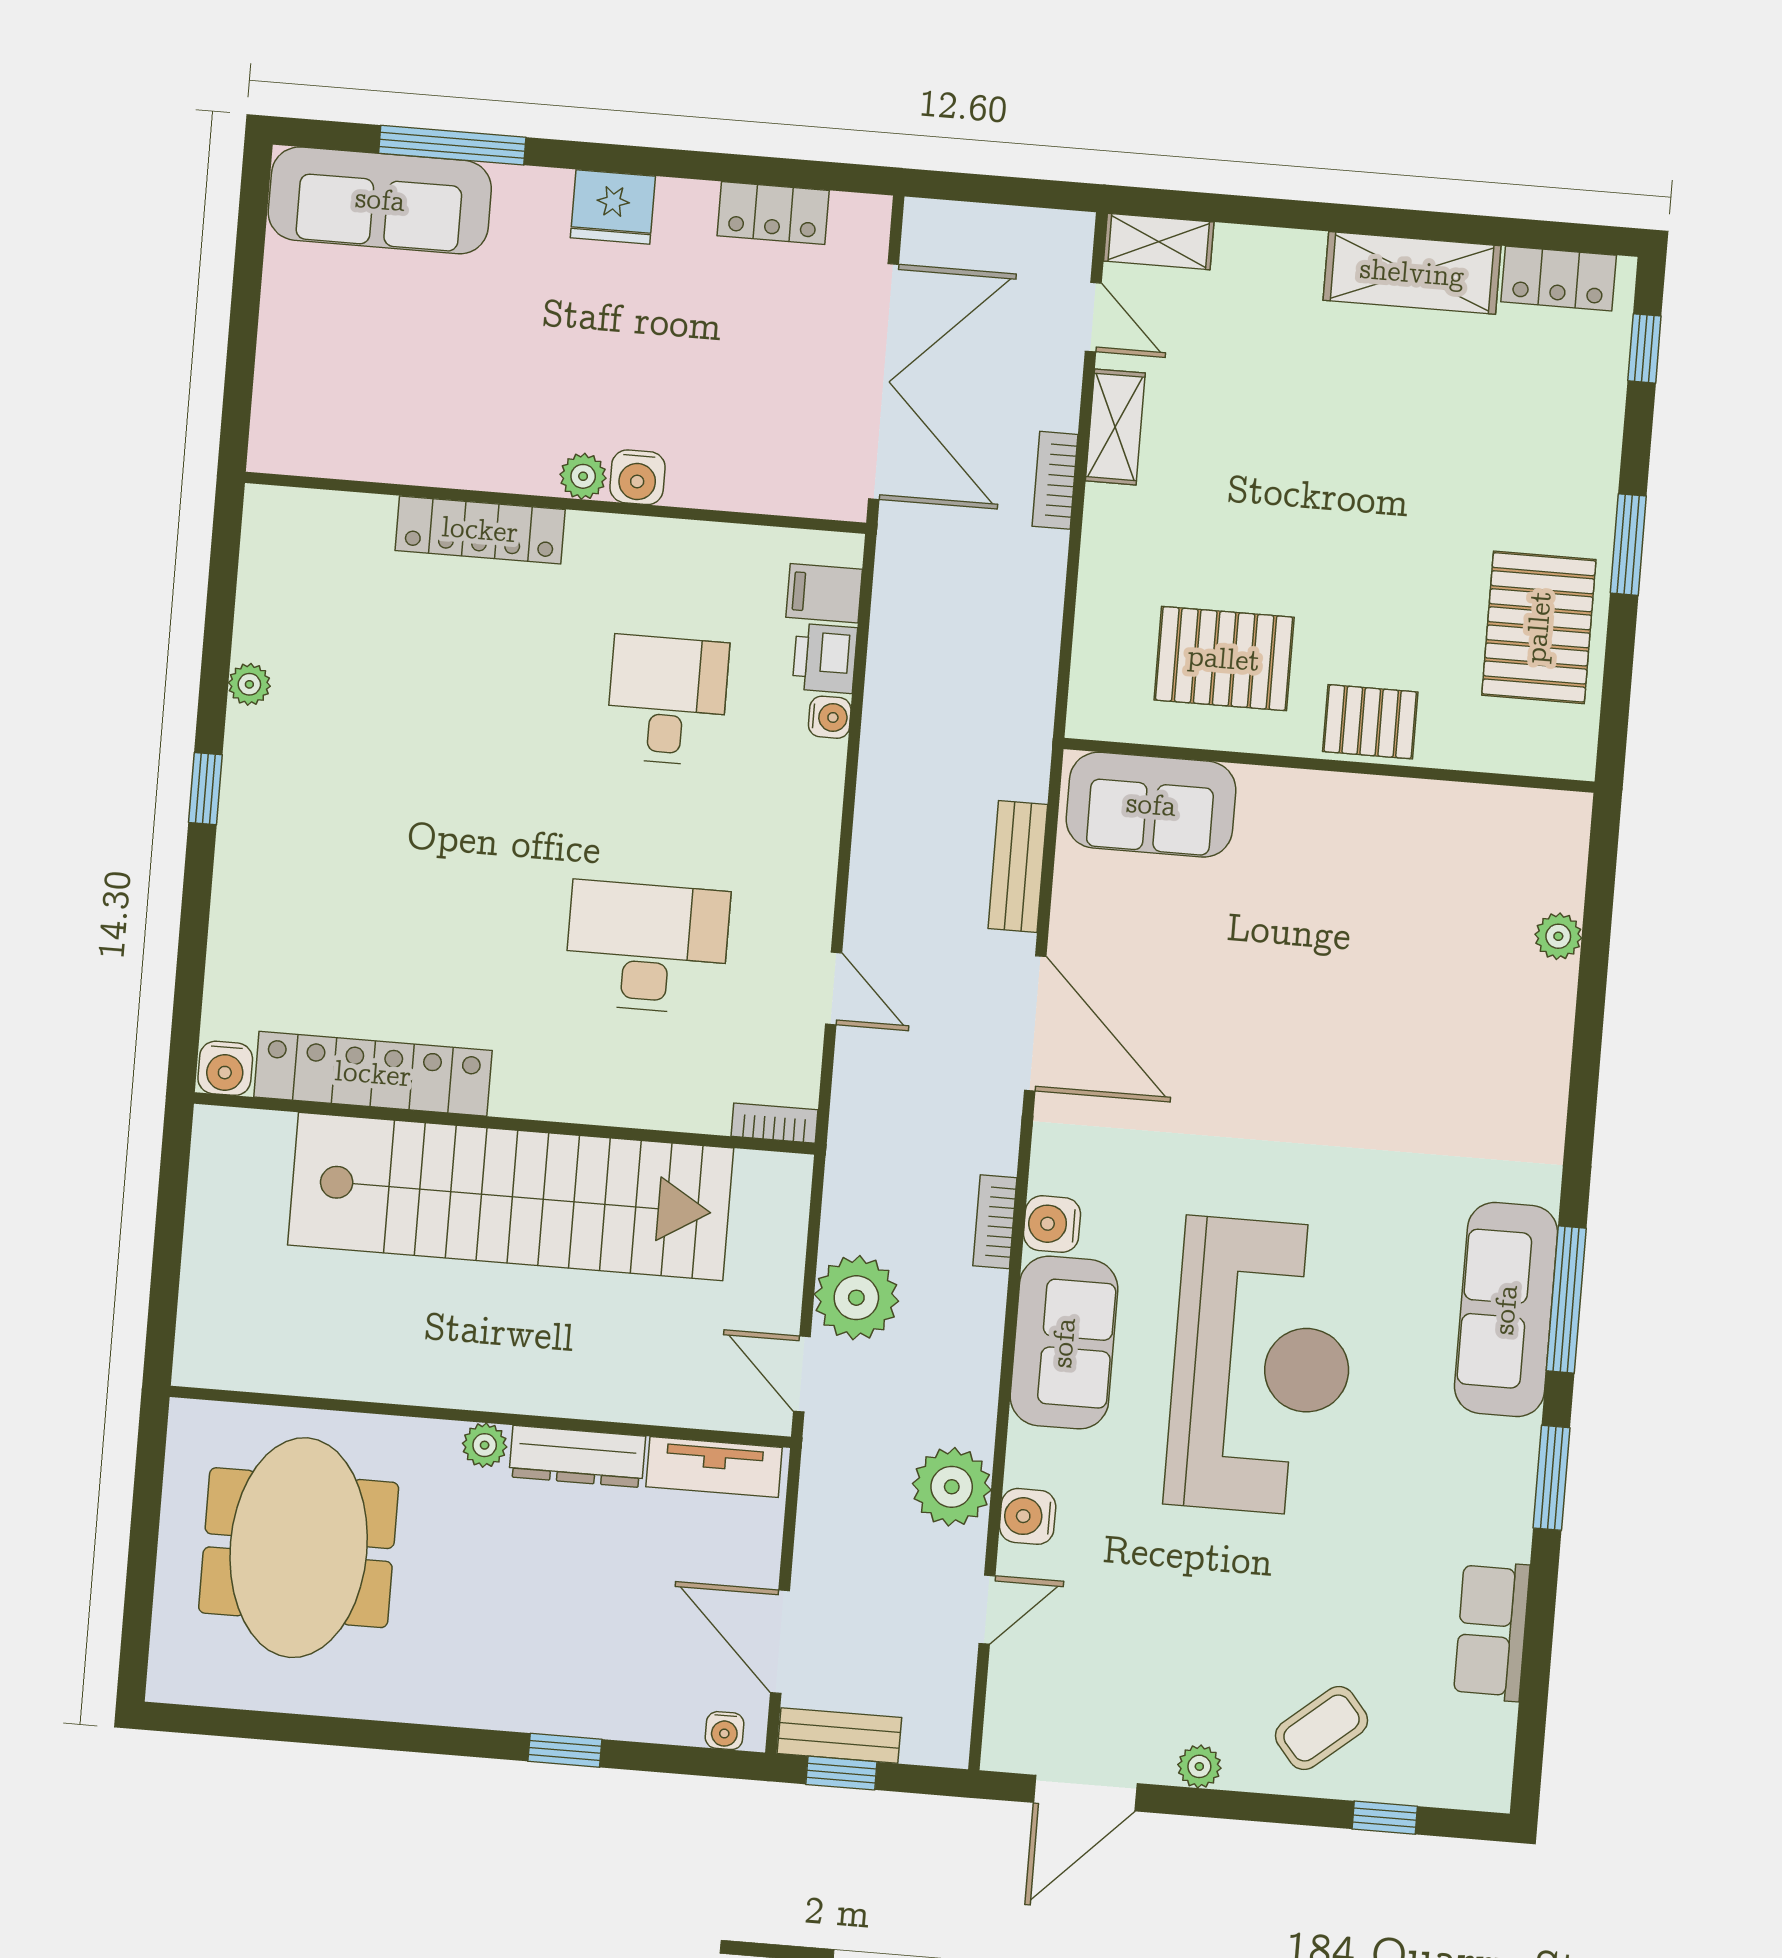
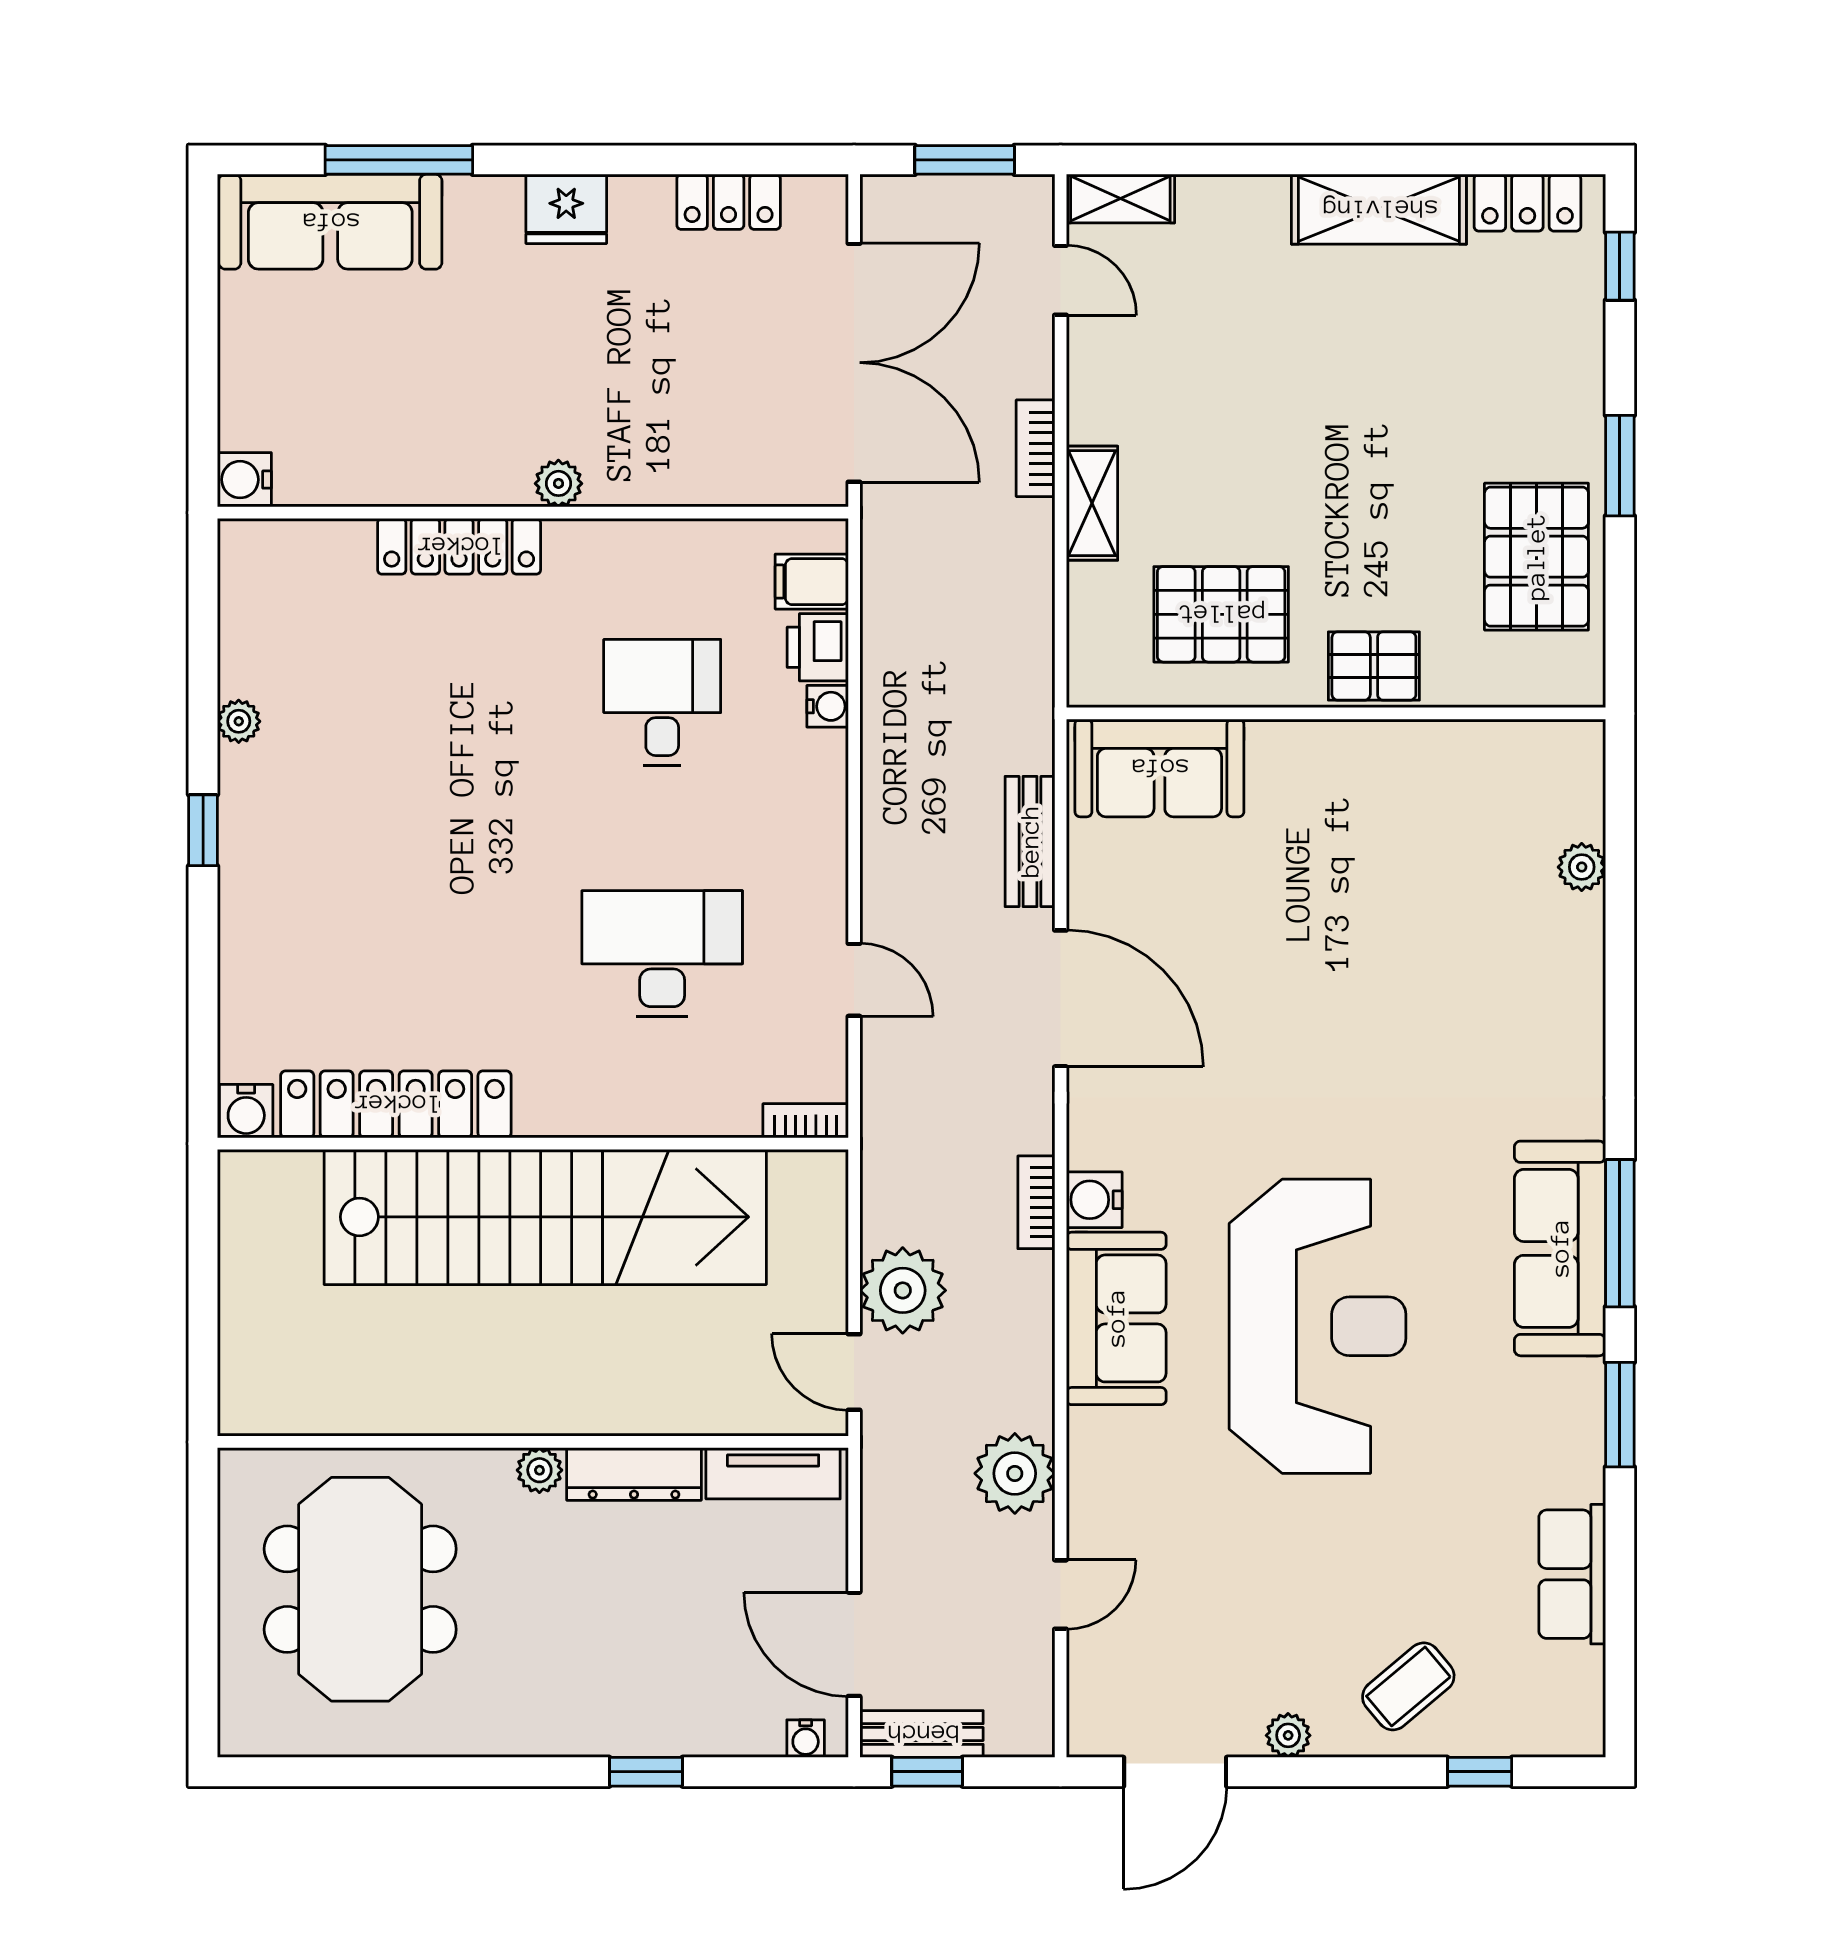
window: (1009, 191) -> (965, 160), added
shelving: (1115, 427) -> (1092, 503), moved
water cooler: (637, 477) -> (244, 480), moved, turned 90
water cooler: (1028, 1516) -> (1094, 1497), removed

